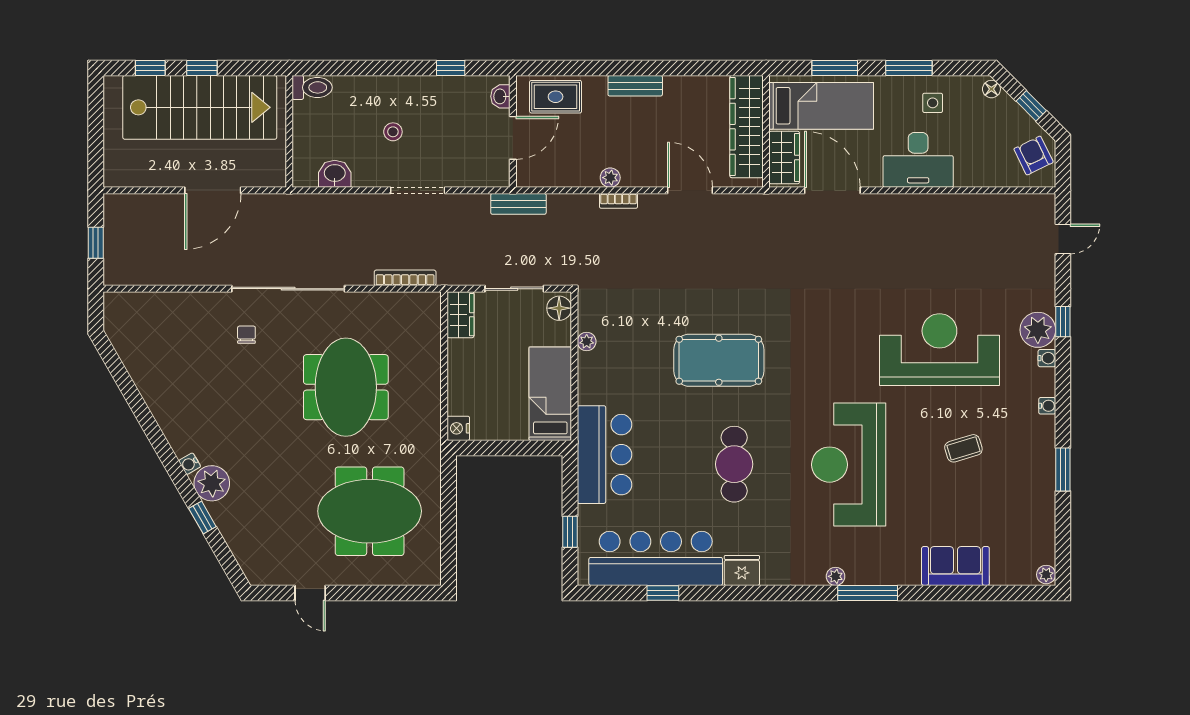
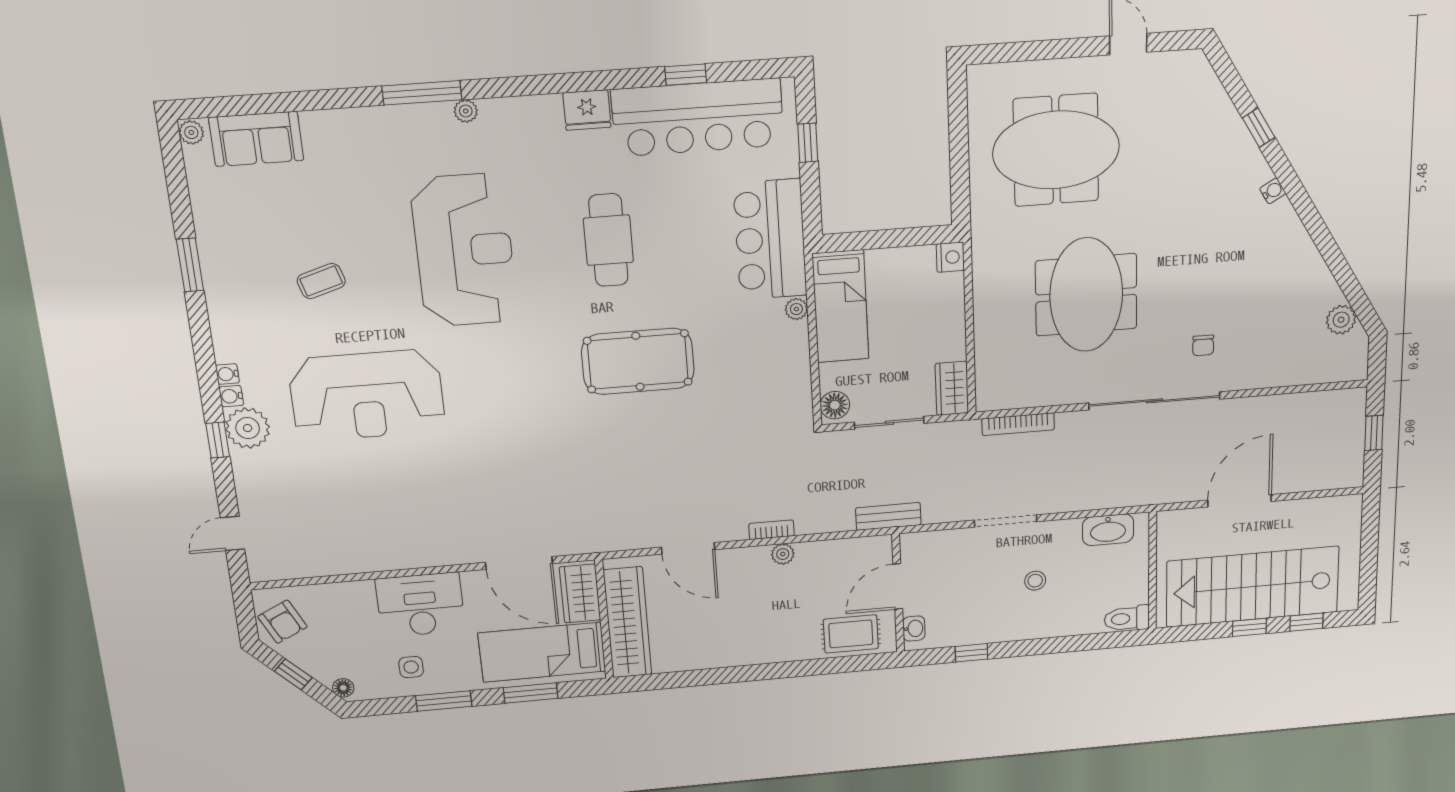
bench: (635, 86) -> (760, 654), removed
washbasin: (335, 174) -> (1108, 530), width x1.38
plant: (587, 342) -> (796, 309), moved
water cooler: (1047, 406) -> (227, 374), moved
plant: (212, 483) -> (1341, 320), moved, width x0.73, depth x0.73
sofa: (955, 566) -> (256, 139), moved

